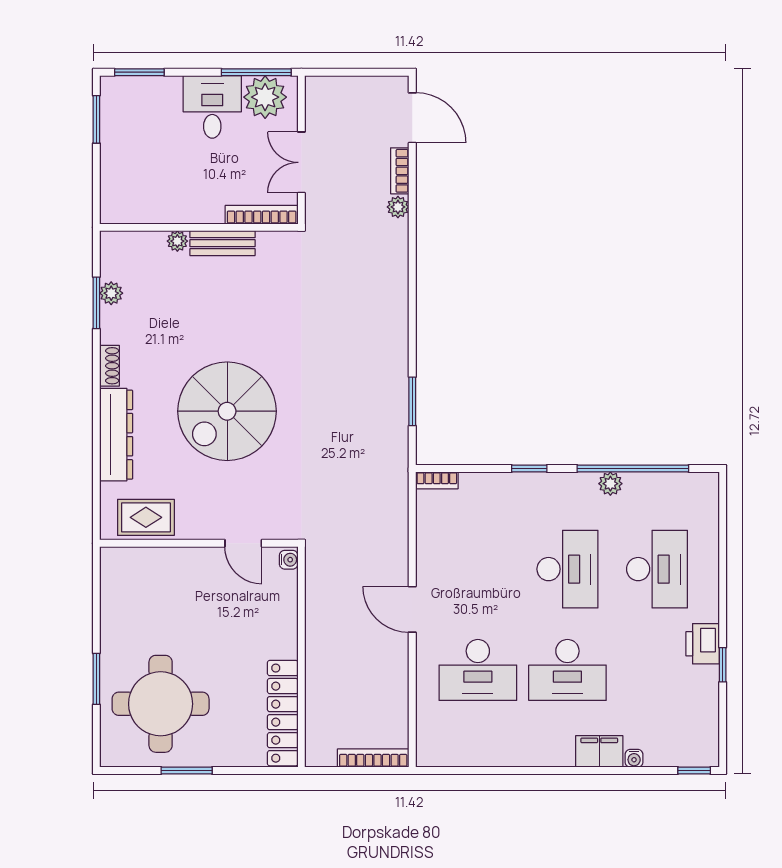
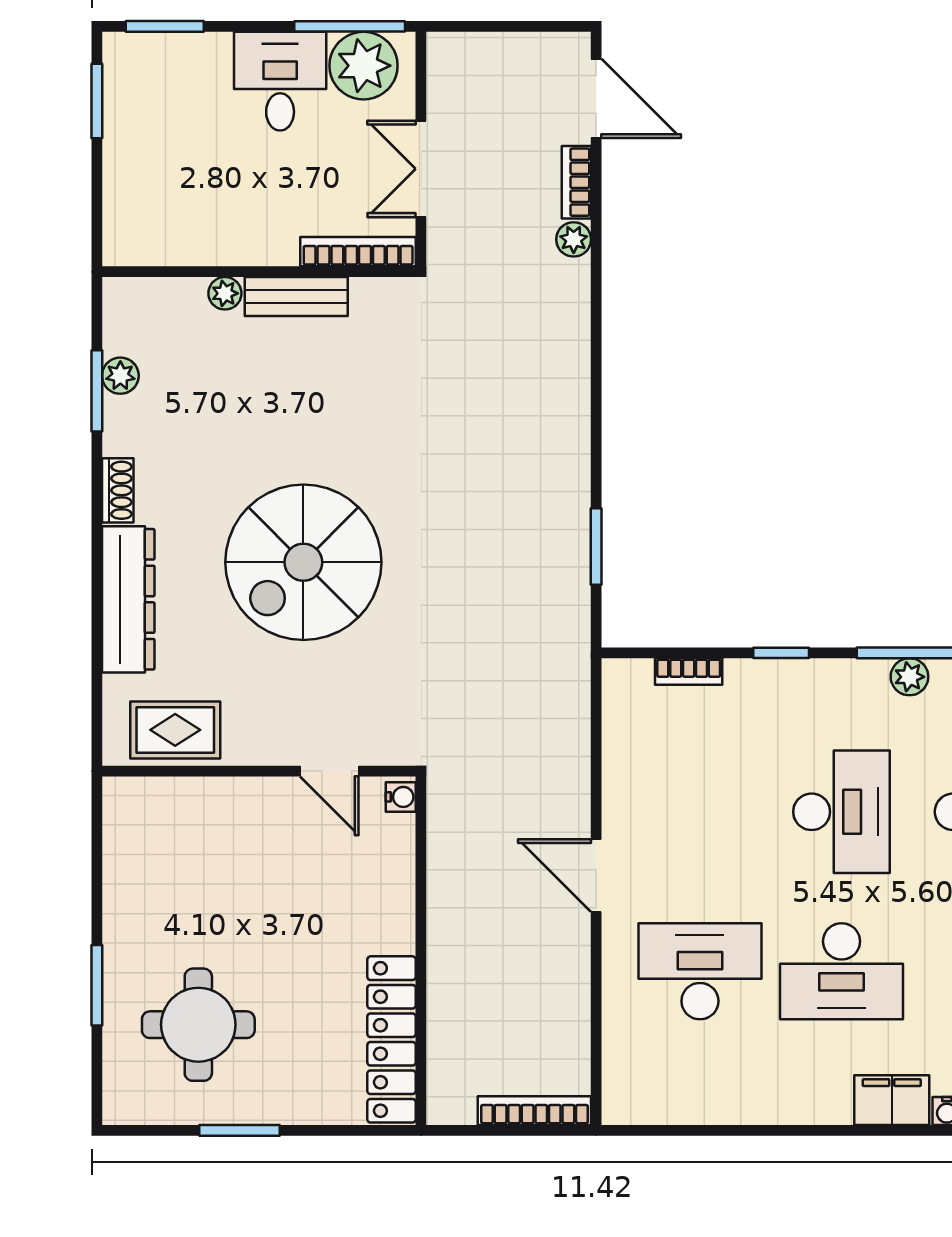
bookcase: (437, 480) -> (689, 671), moved
desk: (478, 670) -> (700, 971), turned 180
round table: (161, 704) -> (198, 1025), width x0.73, depth x0.73

